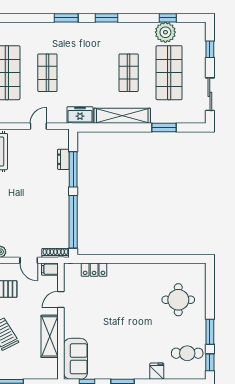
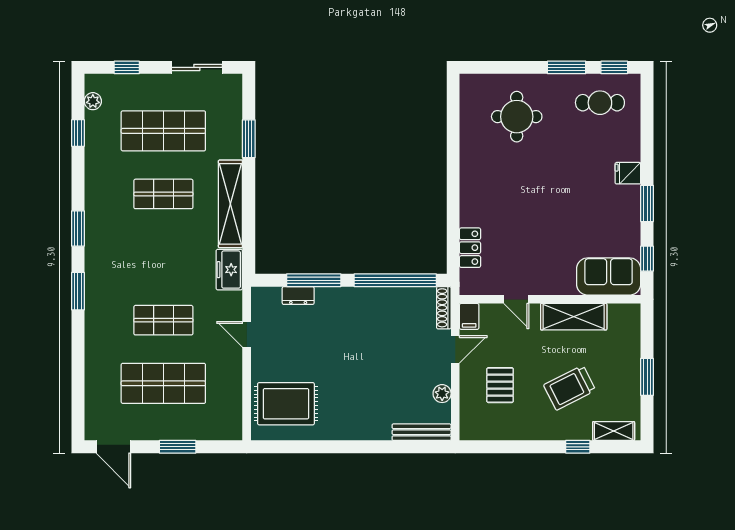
plant: (165, 32) -> (93, 101), moved, width x0.53, depth x0.53
cafe table: (187, 353) -> (600, 103), turned 90
fridge: (157, 371) -> (628, 173), moved

